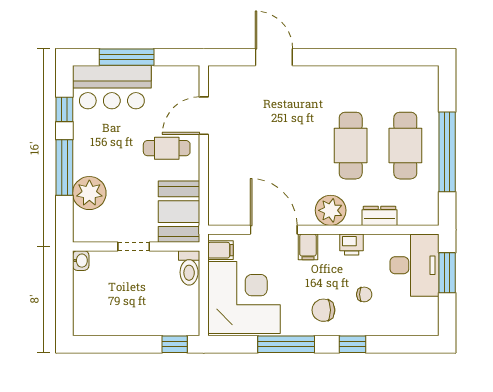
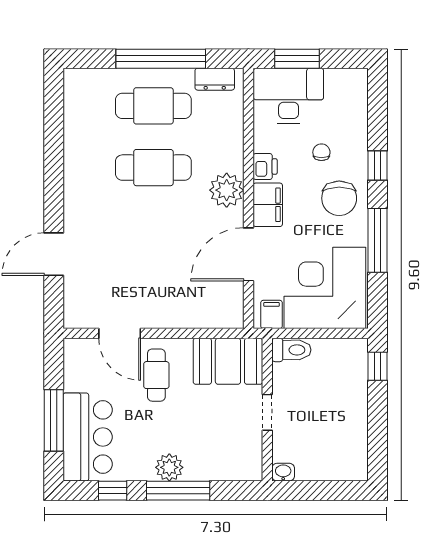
plant: (89, 193) -> (169, 467), moved, width x0.73, depth x0.73
dresser: (380, 216) -> (215, 79), moved, turned -90
filing cabinet: (308, 247) -> (268, 205), width x2.00
chair: (323, 310) -> (339, 198), width x1.37, depth x1.37

